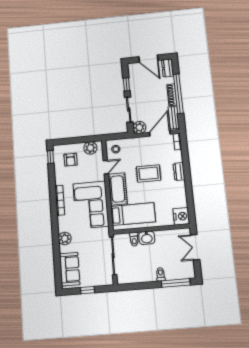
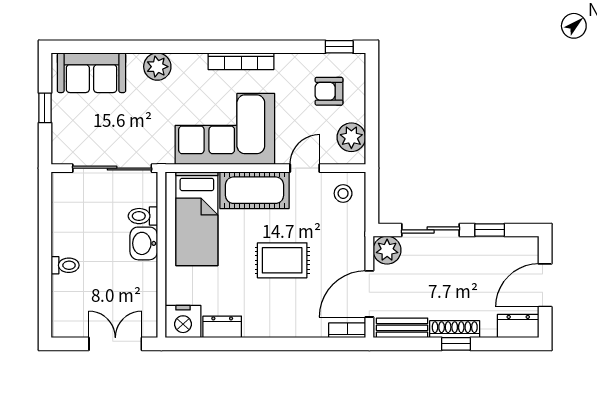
window: (178, 94) -> (456, 344), width x0.32
door: (160, 133) -> (369, 294), swing flipped
door: (106, 167) -> (305, 168), swing flipped
dresser: (179, 172) -> (222, 327), moved
rug: (149, 173) -> (282, 260), turned 90
window: (176, 283) -> (45, 295), removed

